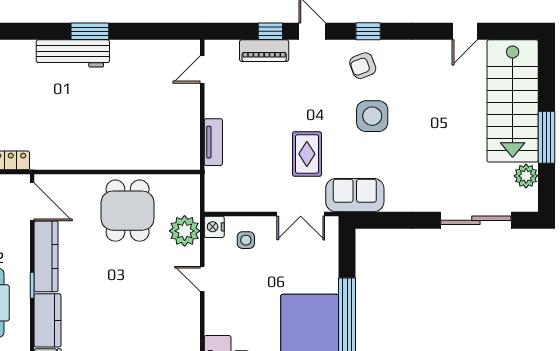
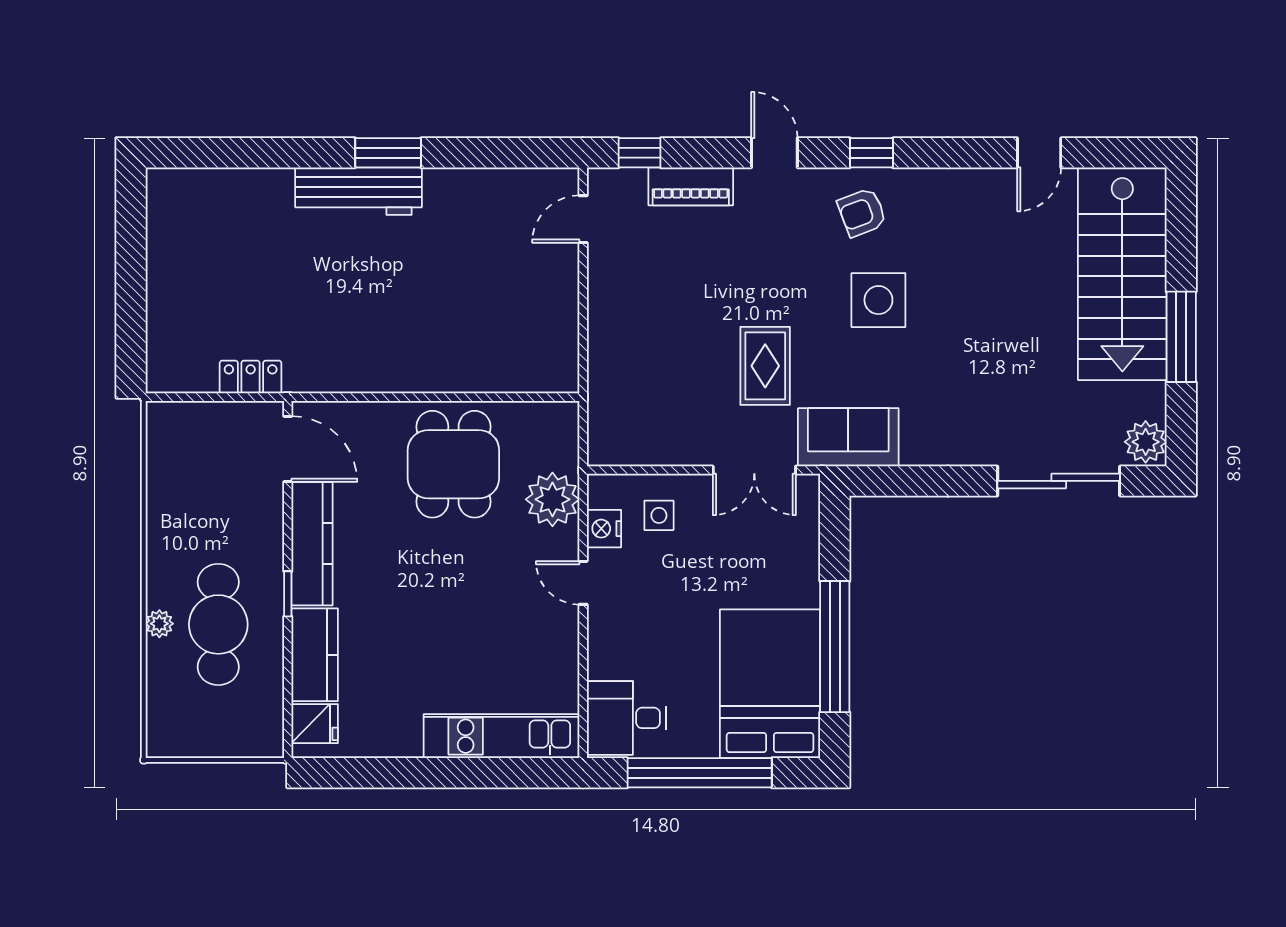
window: (270, 31) -> (640, 153), moved
tv unit: (213, 142) -> (602, 345), removed
plant: (526, 176) -> (1146, 442), moved
nightstand: (214, 227) -> (604, 529), moved

